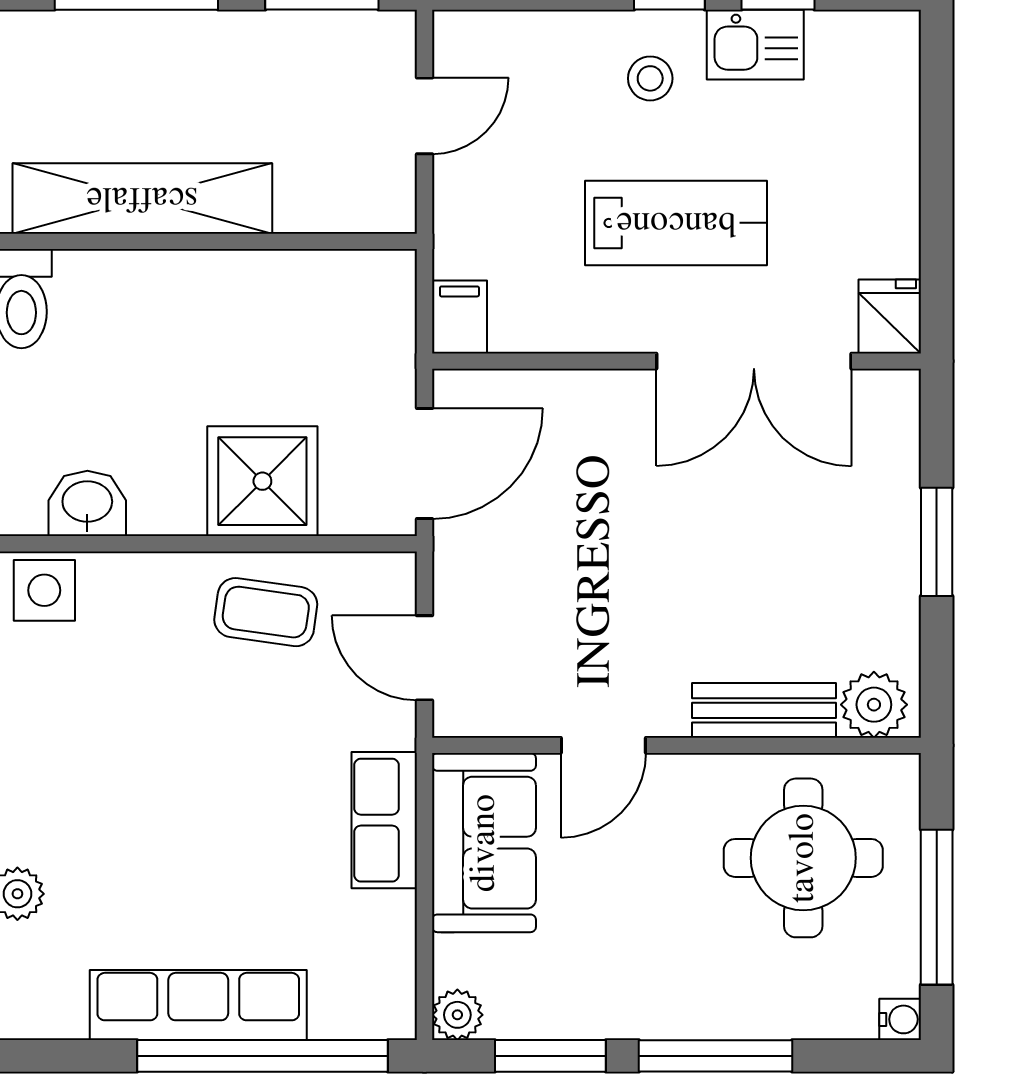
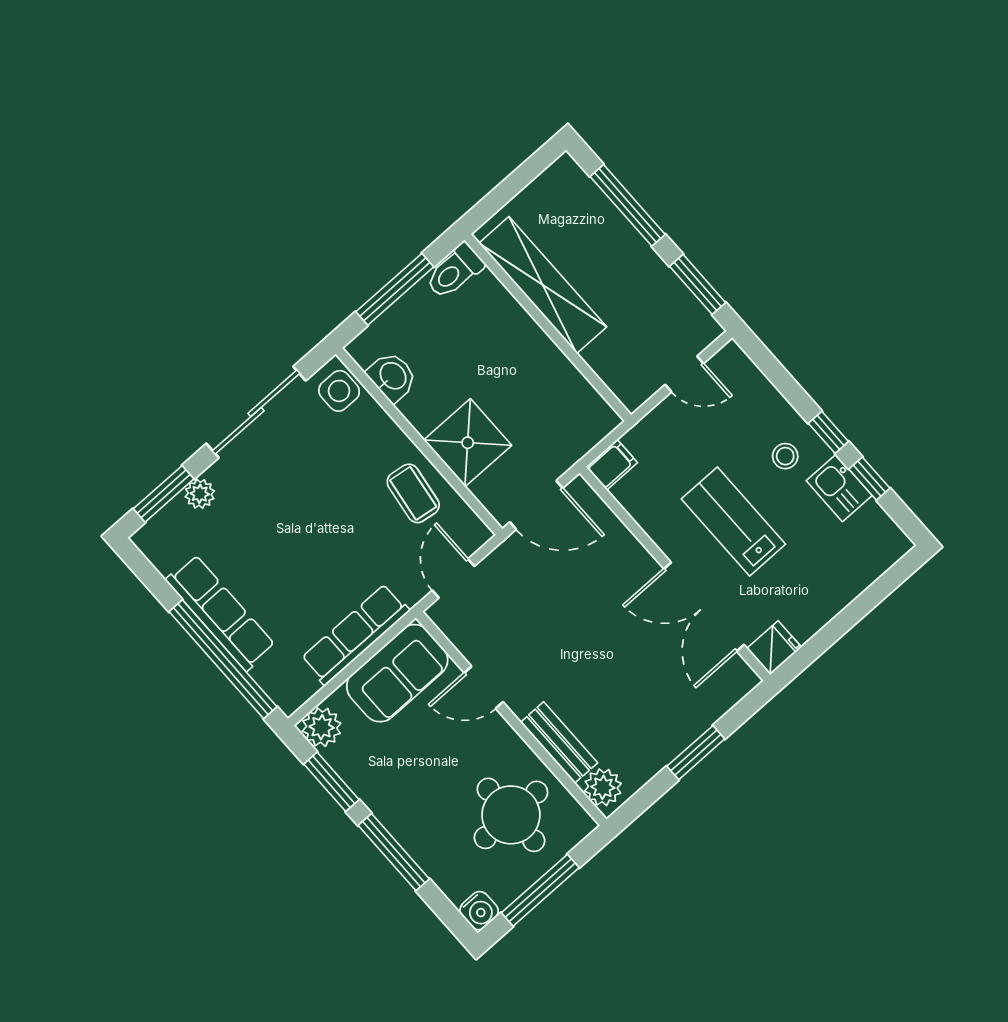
lab bench: (676, 223) -> (733, 522), turned 180
row of seats: (384, 820) -> (355, 635), width x1.48
plant: (457, 1015) -> (322, 727), width x1.38, depth x1.38
water cooler: (900, 1019) -> (479, 911), width x1.38, depth x1.38

